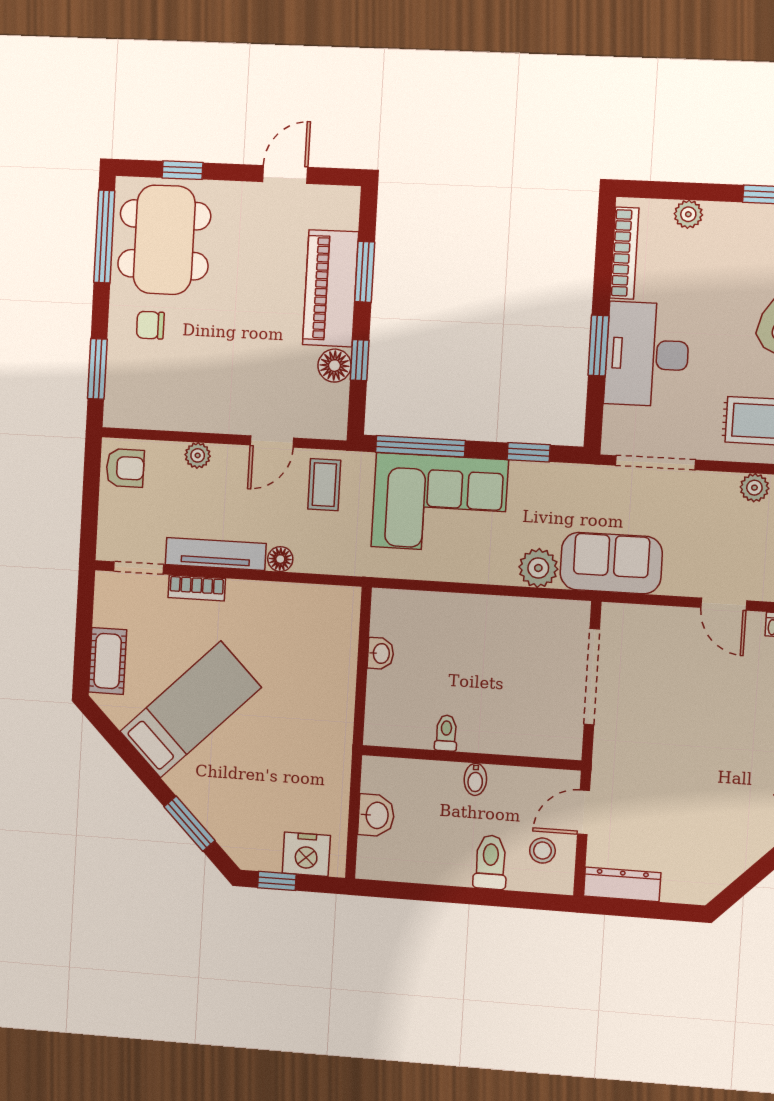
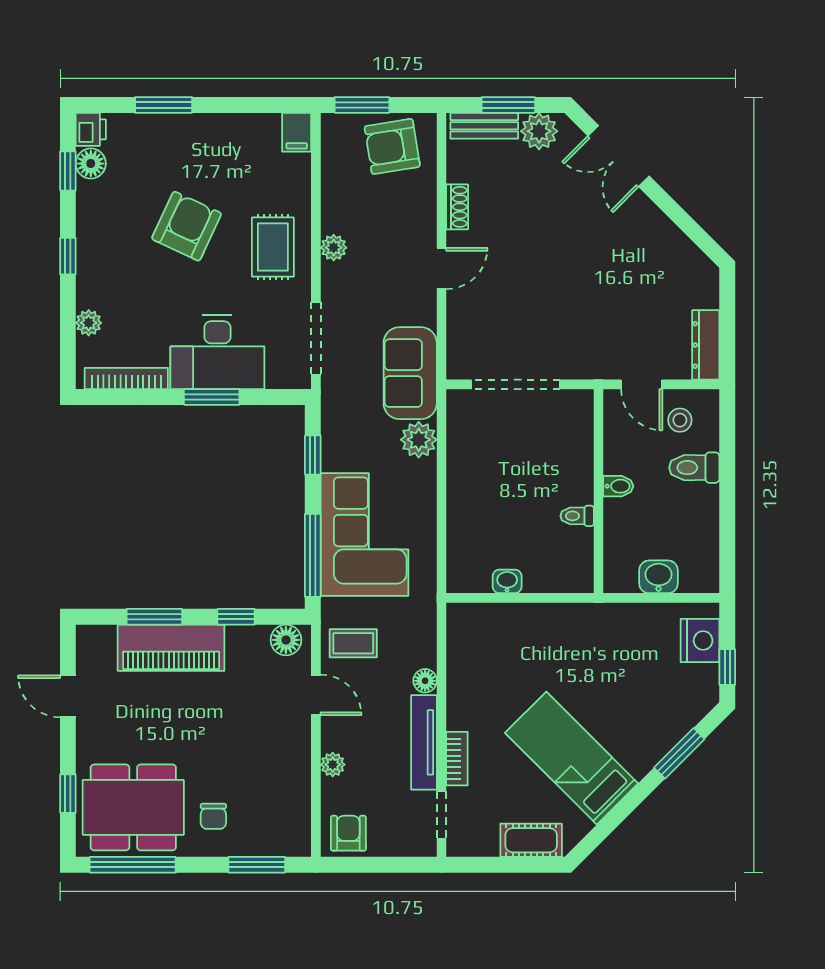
floor lamp: (334, 366) -> (286, 640), moved

